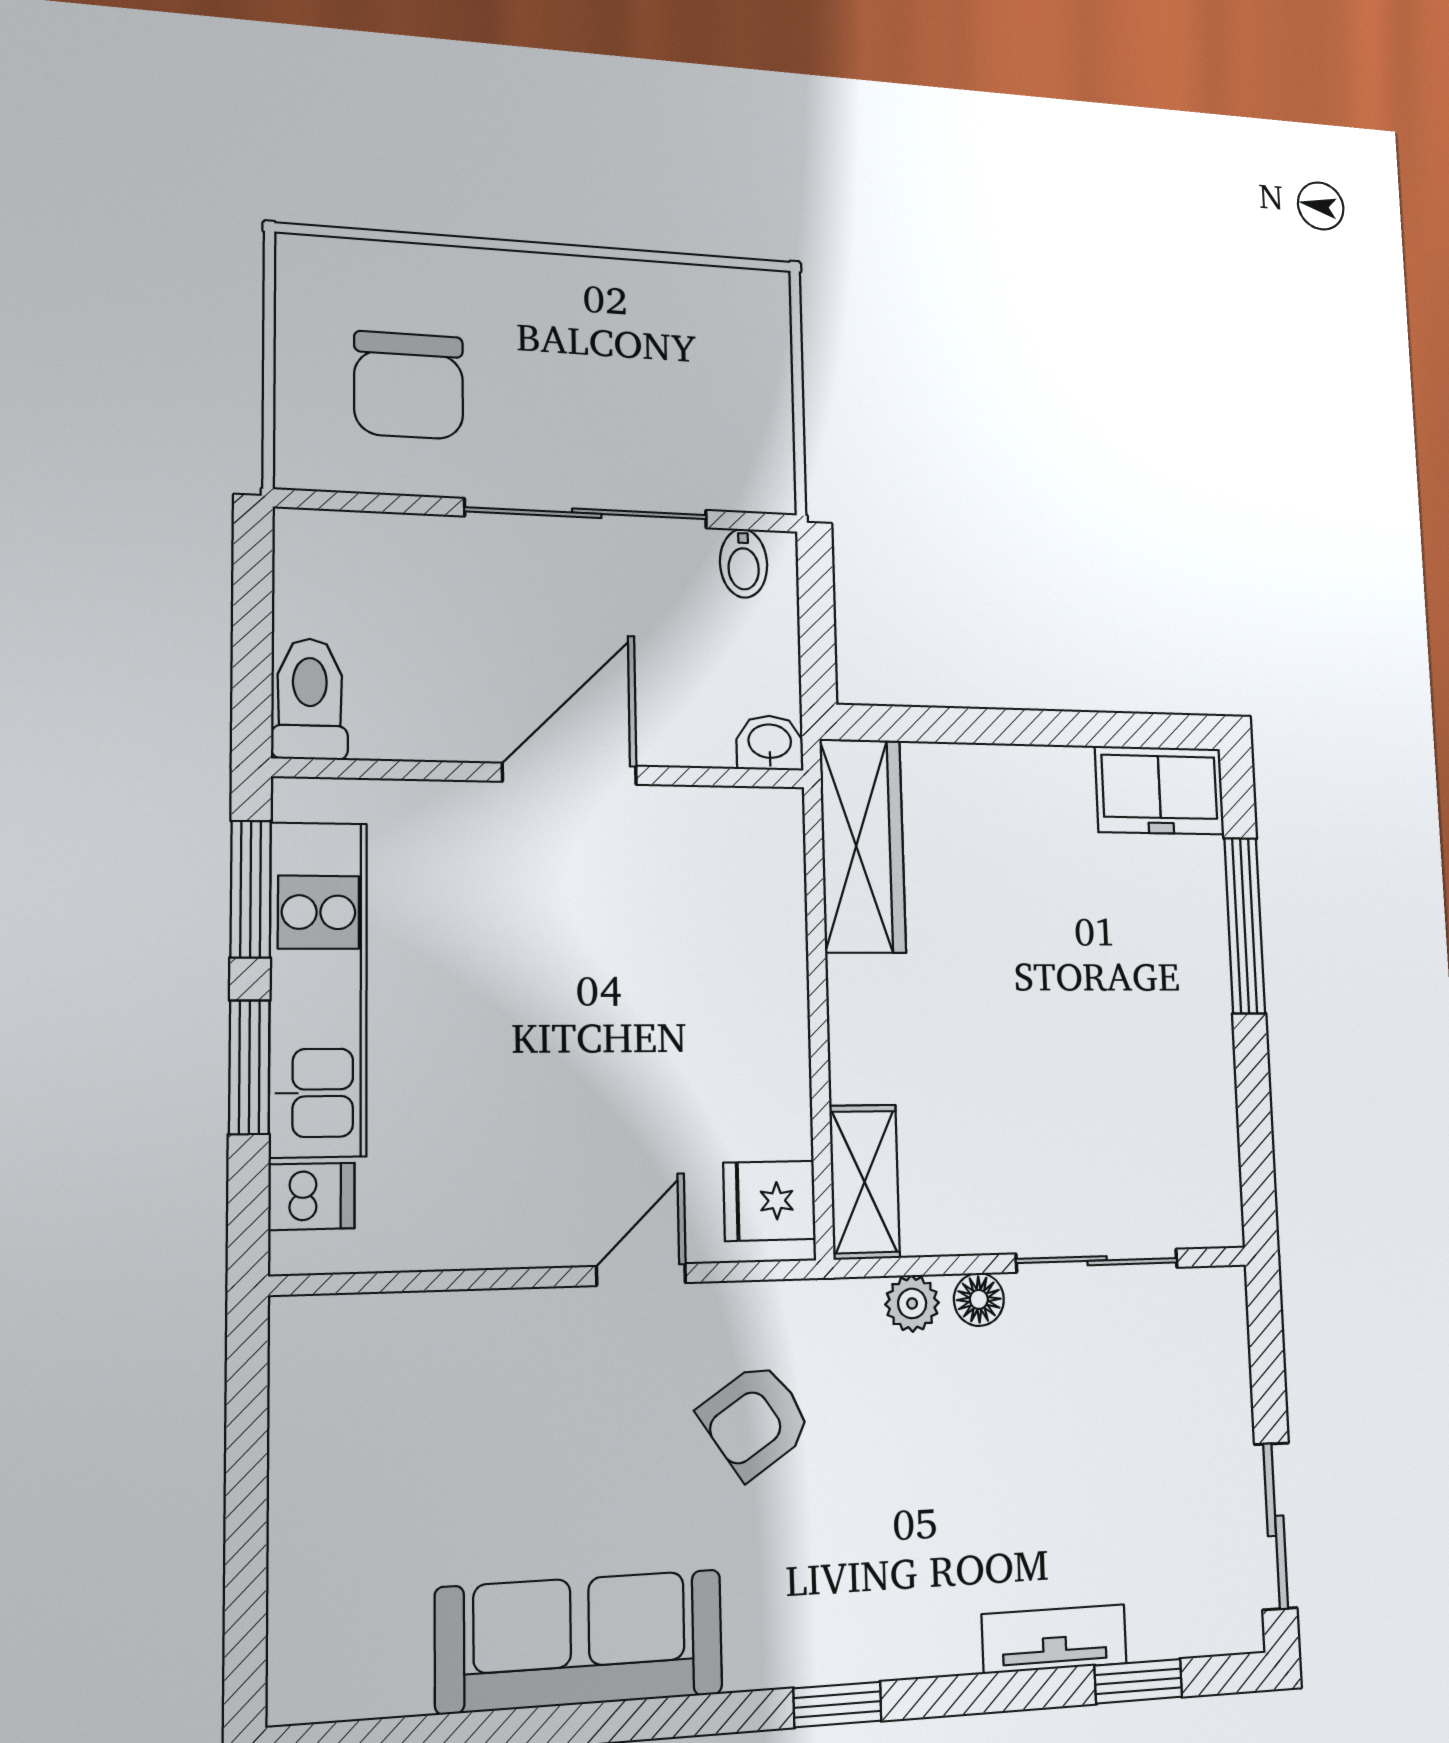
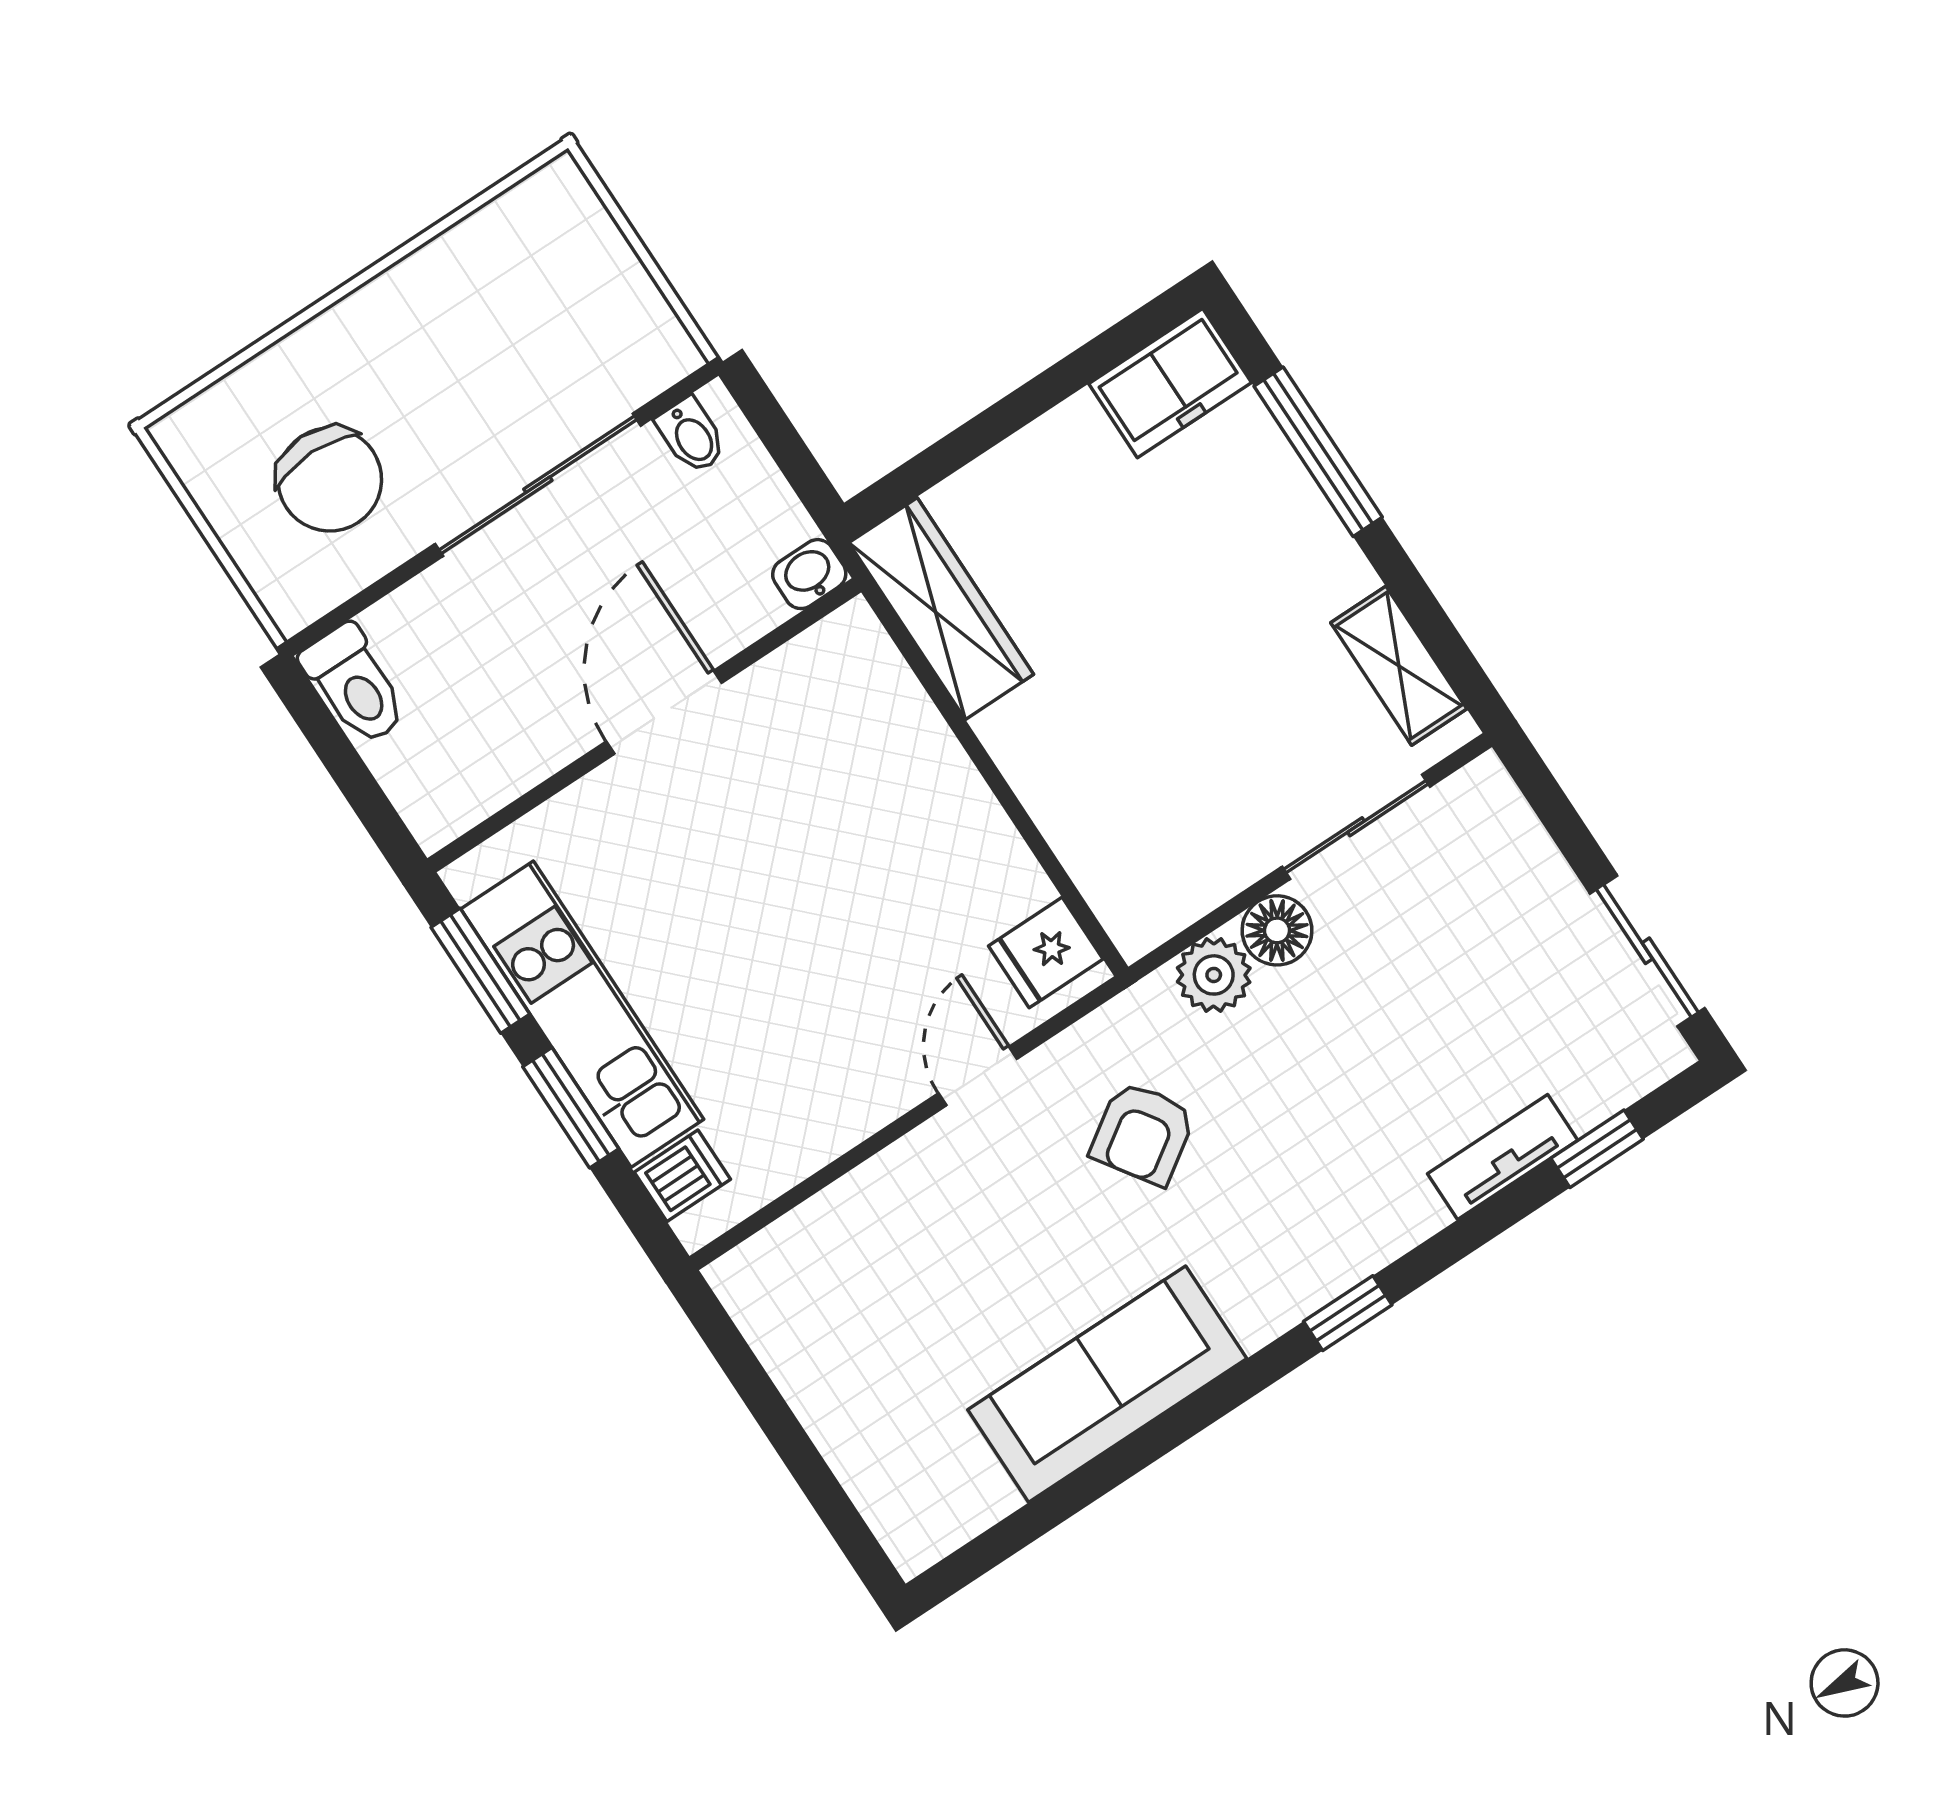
toilet: (310, 699) -> (355, 685), moved, turned 180
shelving: (865, 1182) -> (1399, 666), moved
floor lamp: (979, 1299) -> (1277, 930), width x1.37, depth x1.37
plant: (912, 1303) -> (1214, 975), width x1.38, depth x1.38

